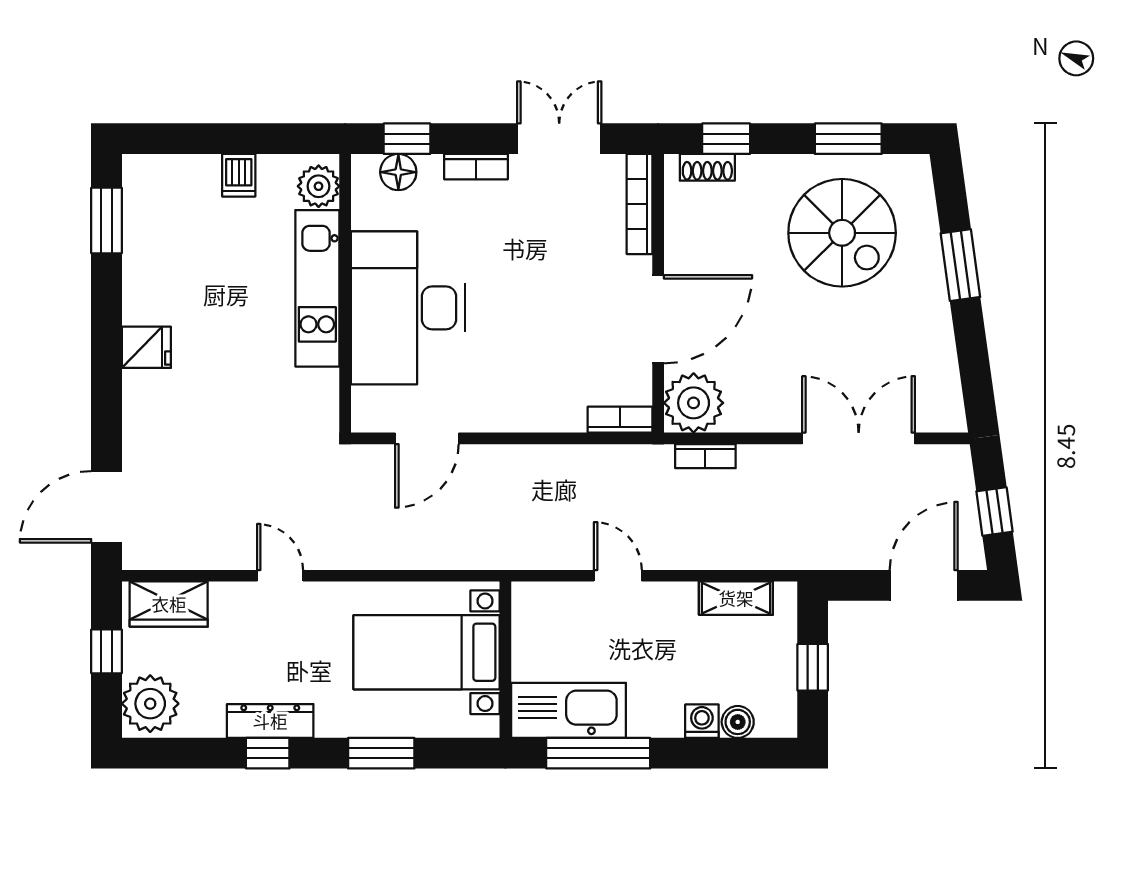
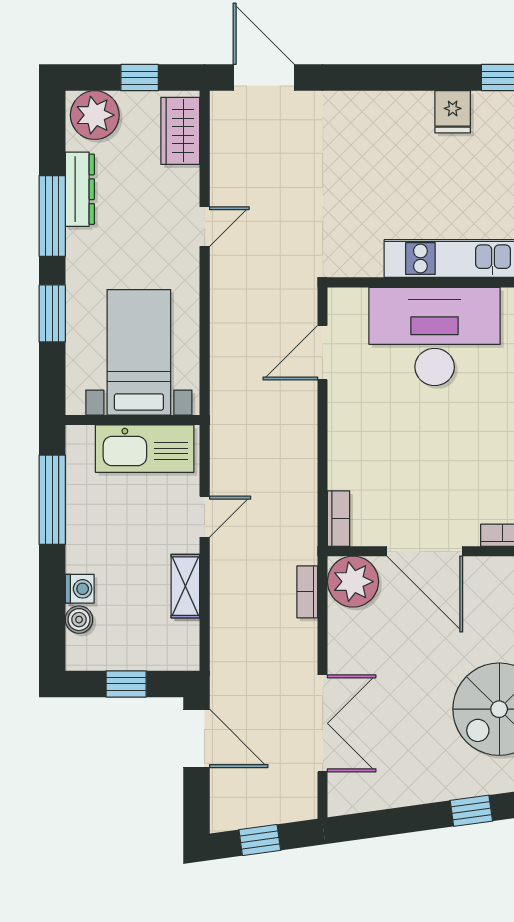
window: (960, 265) -> (471, 811), width x0.67
fridge: (146, 347) -> (453, 112), moved
door: (427, 438) -> (323, 353), hinge flipped
door: (924, 585) -> (196, 738), moved
shelving: (736, 598) -> (185, 586), moved
kitchen sink: (569, 710) -> (145, 449), moved, turned 90
dresser: (270, 721) -> (80, 189), moved
window: (268, 753) -> (52, 216), width x2.17

